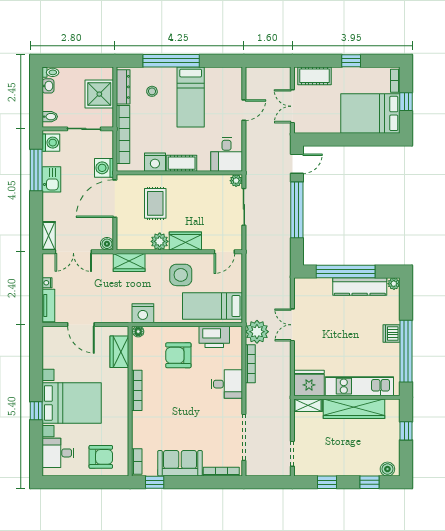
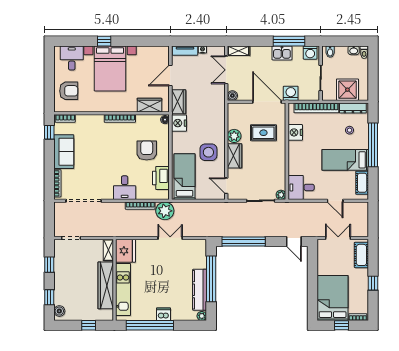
cot: (182, 163) -> (362, 183), moved
window: (297, 210) -> (244, 241), moved
wardrobe: (129, 262) -> (179, 102), moved, turned 180
armchair: (101, 457) -> (69, 91), turned -90

